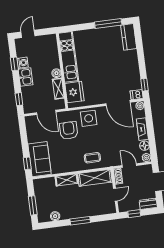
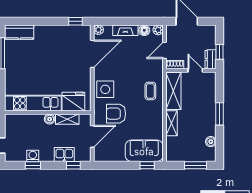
kitchen sink: (26, 77) -> (64, 155), moved
dishwasher: (137, 95) -> (86, 32), removed
dresser: (148, 204) -> (211, 59), moved

